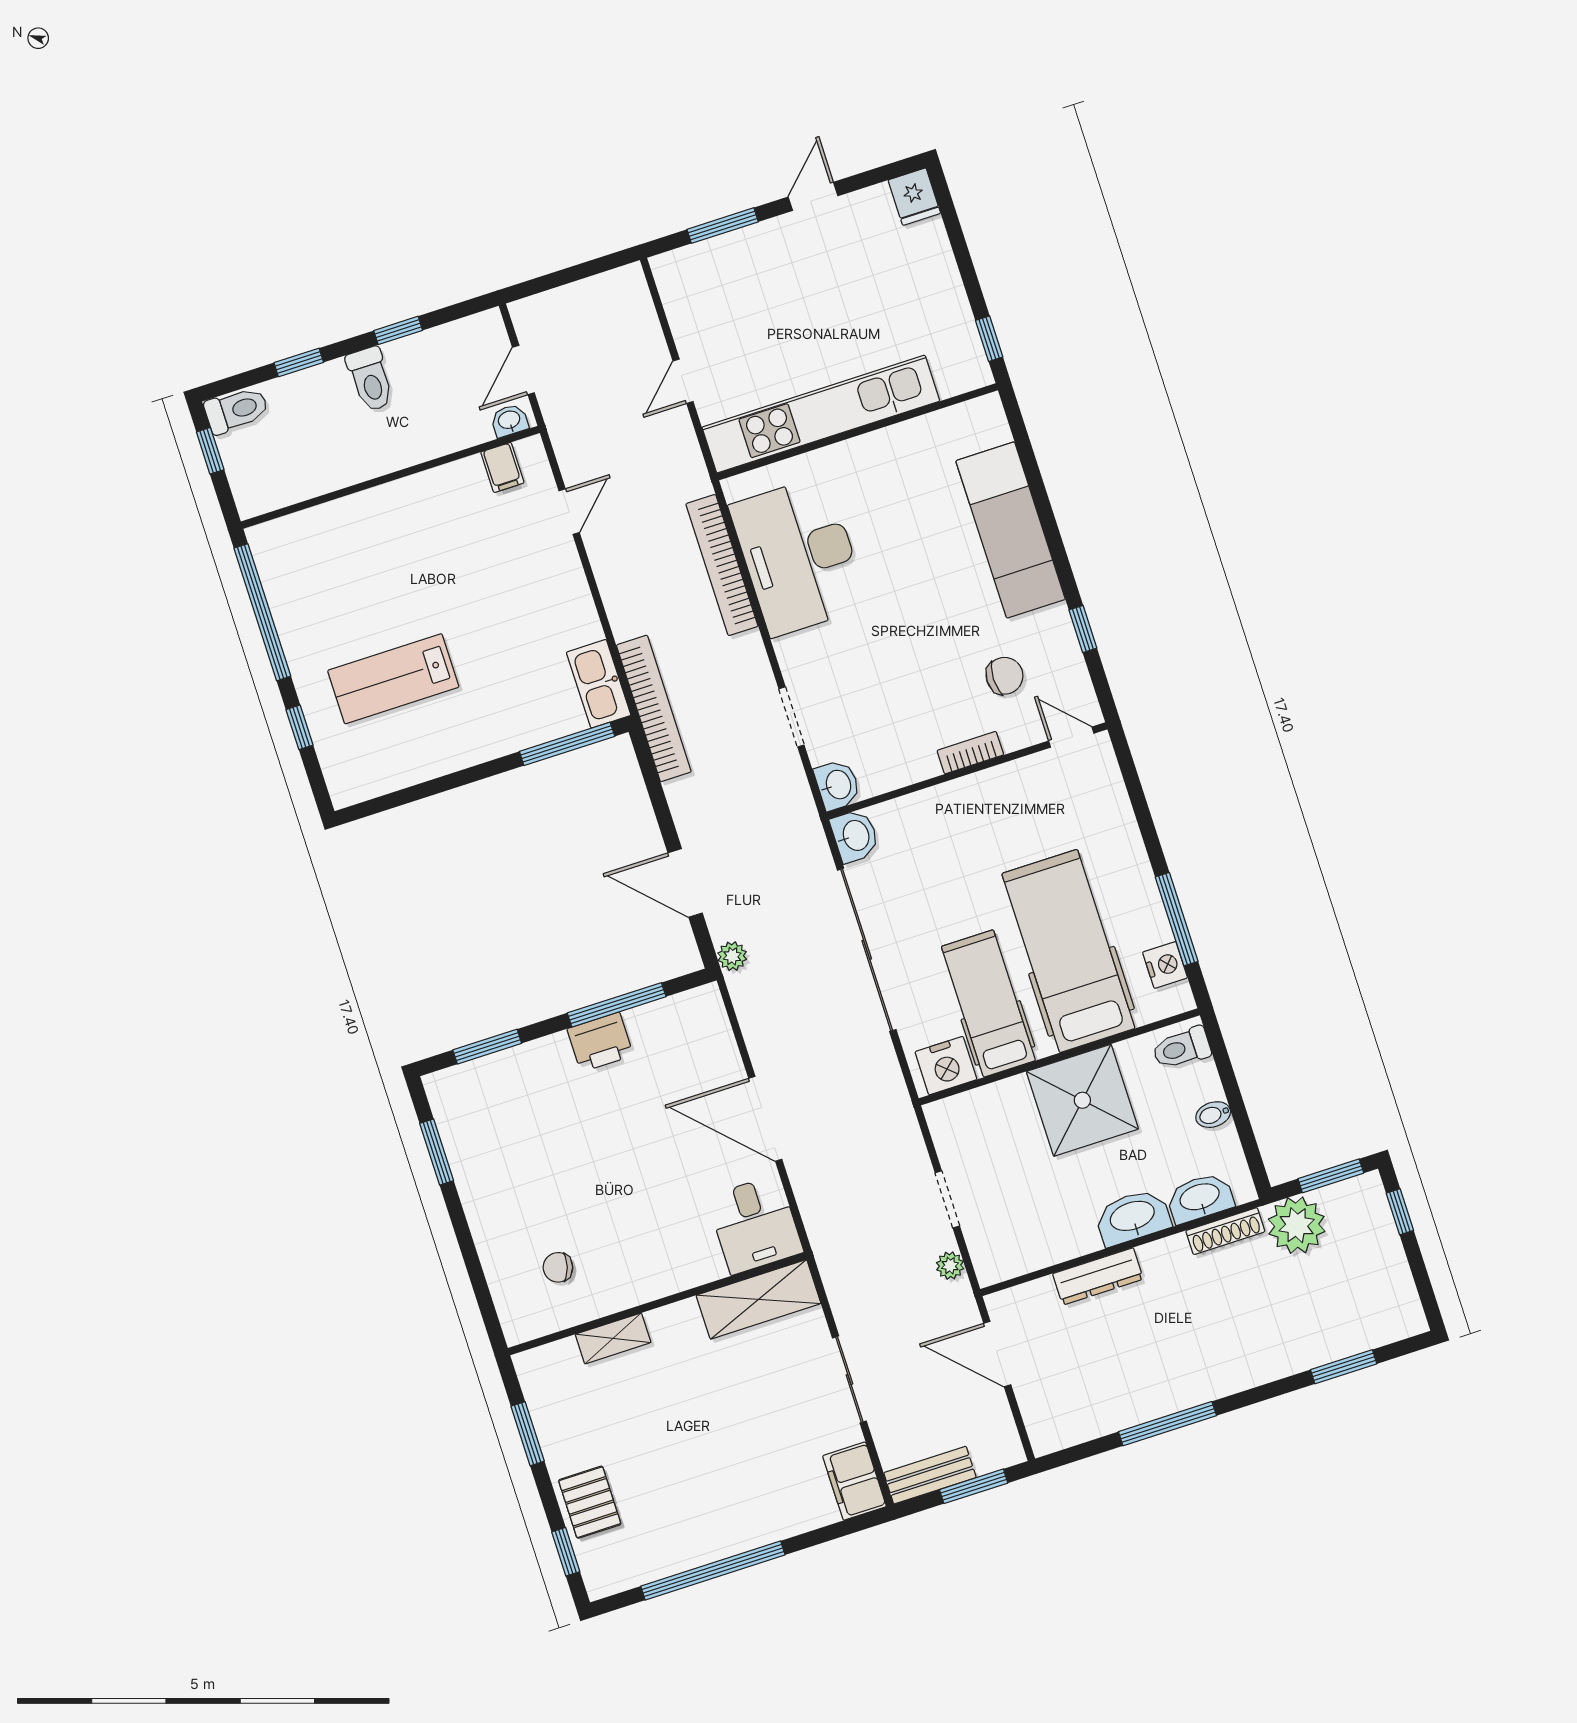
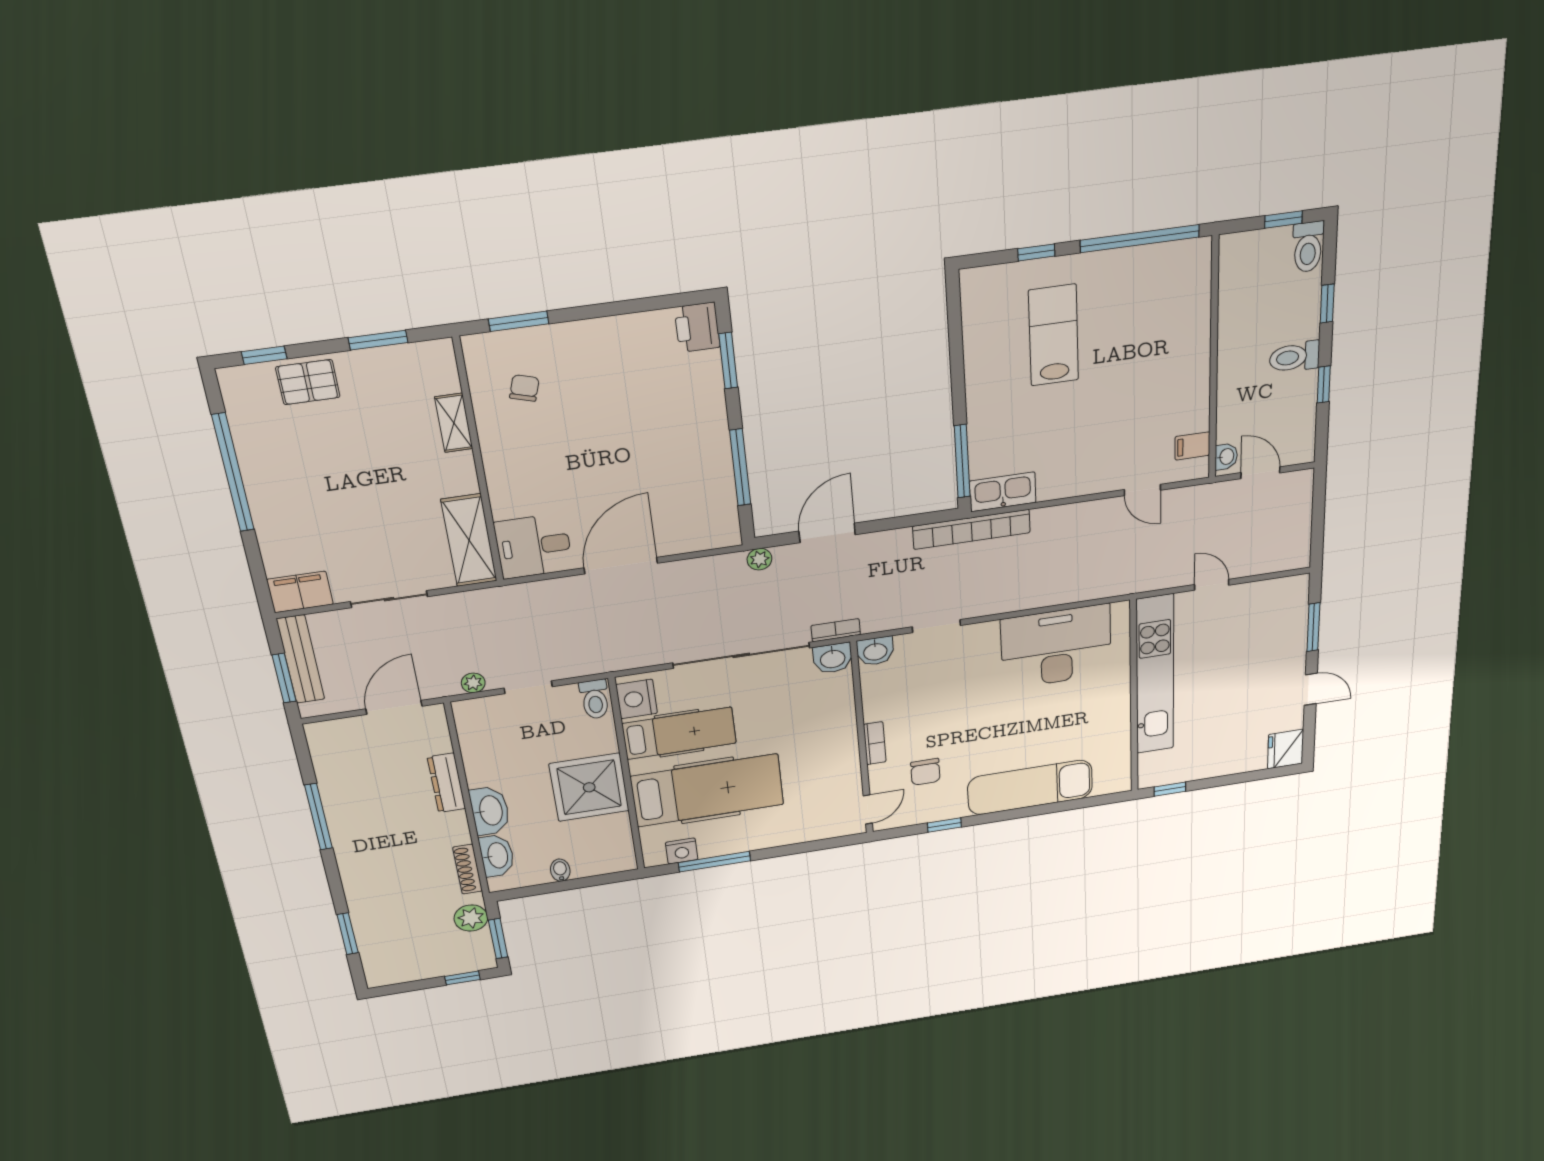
fridge: (914, 197) -> (1286, 749), width x1.38
bookcase: (722, 565) -> (836, 630), moved, width x0.43, depth x0.76
printer: (600, 1042) -> (697, 327), moved
toilet: (1182, 1048) -> (595, 699), moved, turned 180
window: (437, 1152) -> (519, 321), moved
plant: (1297, 1225) -> (471, 918), width x0.73, depth x0.73
bench: (930, 1475) -> (301, 659), width x1.36

